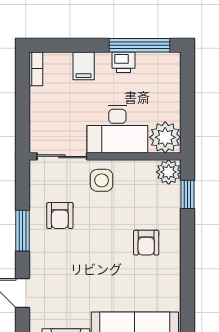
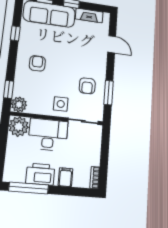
printer: (124, 62) -> (40, 174), width x1.87, depth x1.48
armchair: (60, 216) -> (87, 86), turned 180
window: (22, 231) -> (109, 93), moved
window: (188, 288) -> (15, 33), added

